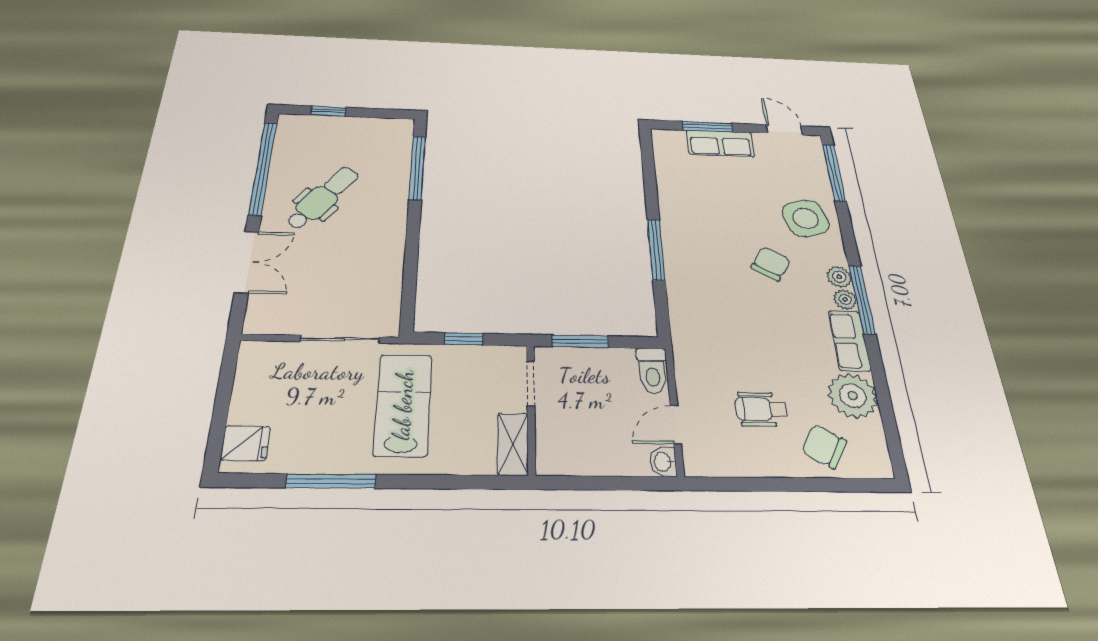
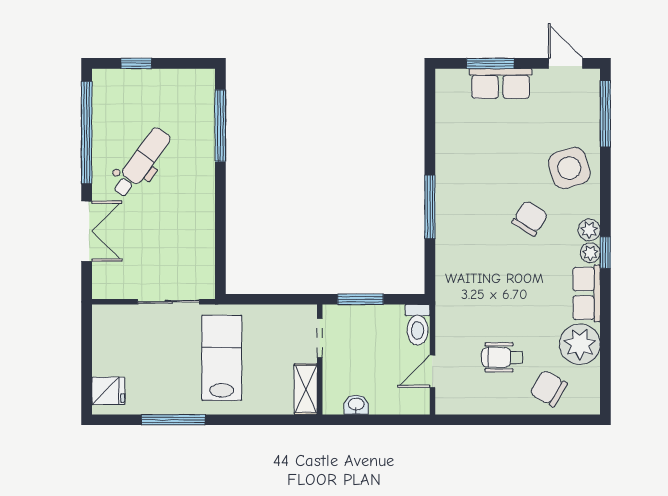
window: (862, 299) -> (605, 253), width x0.46
window: (464, 339) -> (266, 299), removed
washbasin: (663, 462) -> (356, 405), moved, turned 90

